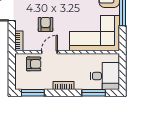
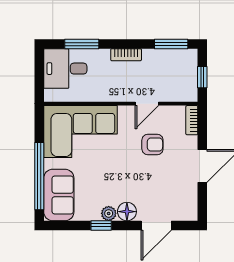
armchair: (46, 24) -> (152, 145), turned -90
armchair: (34, 64) -> (170, 86), removed
window: (12, 70) -> (202, 77), added

